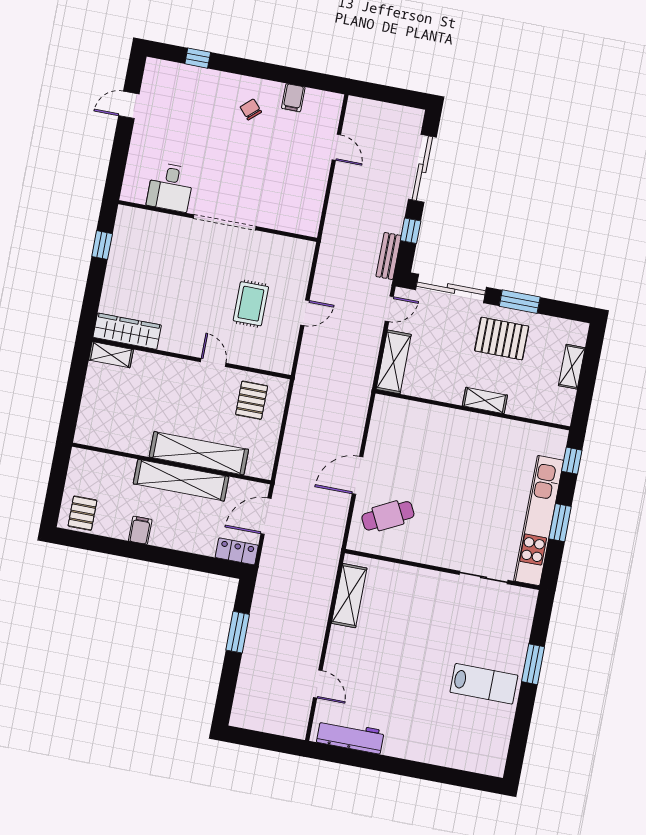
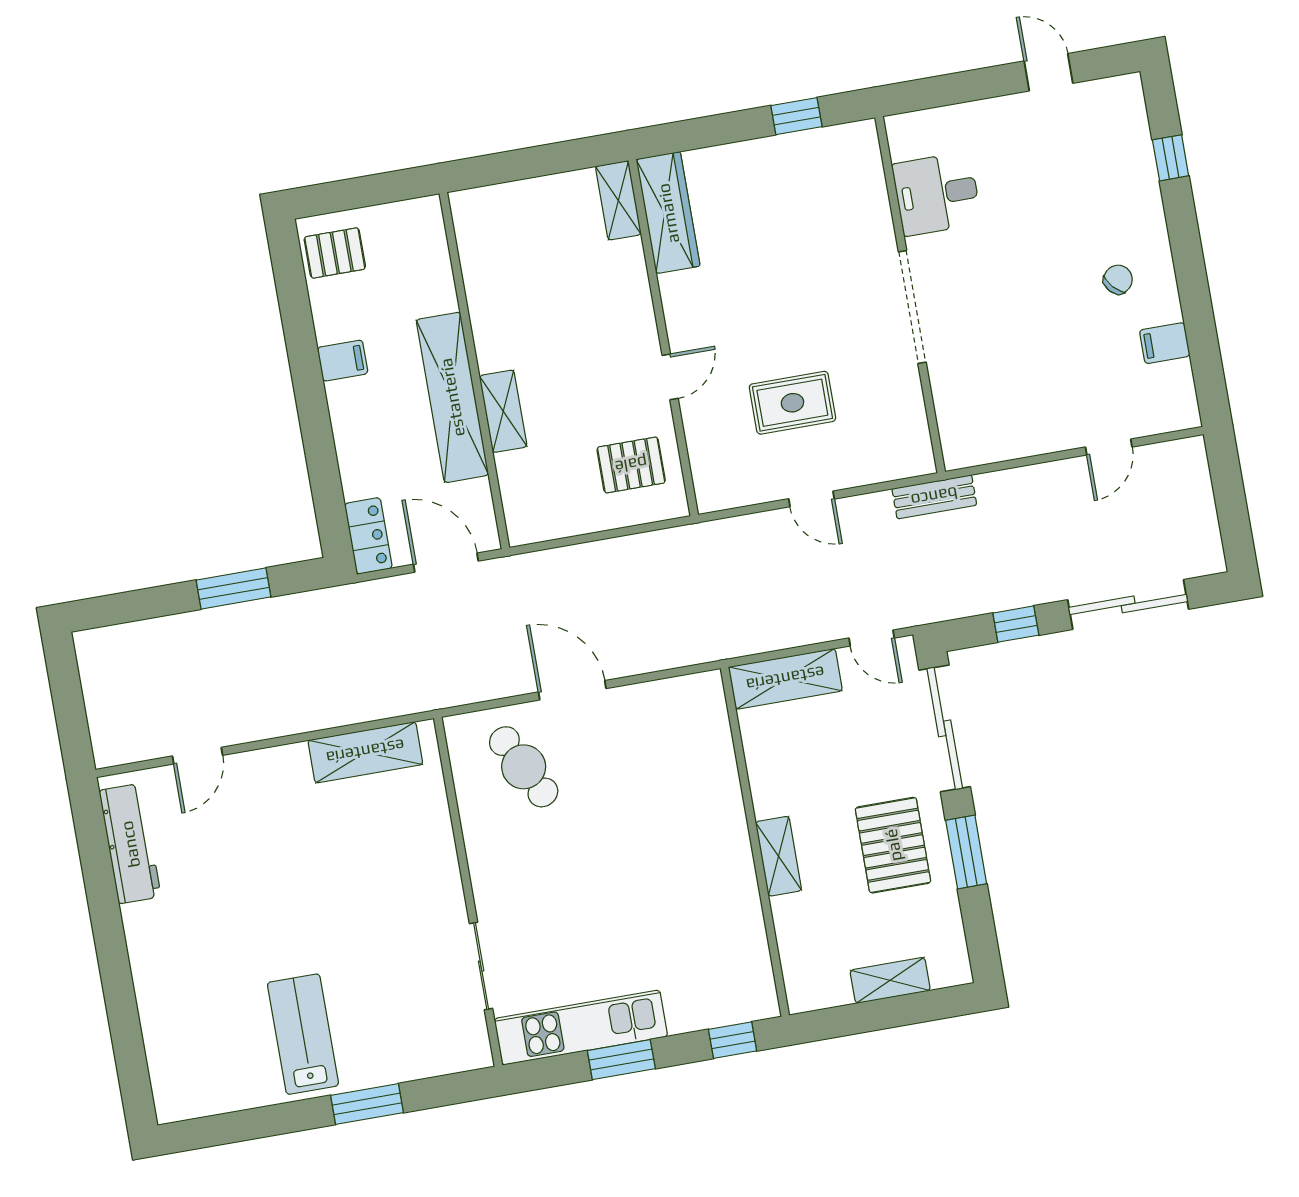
bench: (389, 256) -> (934, 497), moved
shelving: (199, 453) -> (503, 411), width x0.45, depth x0.75
kitchen unit: (539, 521) -> (581, 1028), width x0.73
lab bench: (484, 684) -> (303, 1034), turned 180

